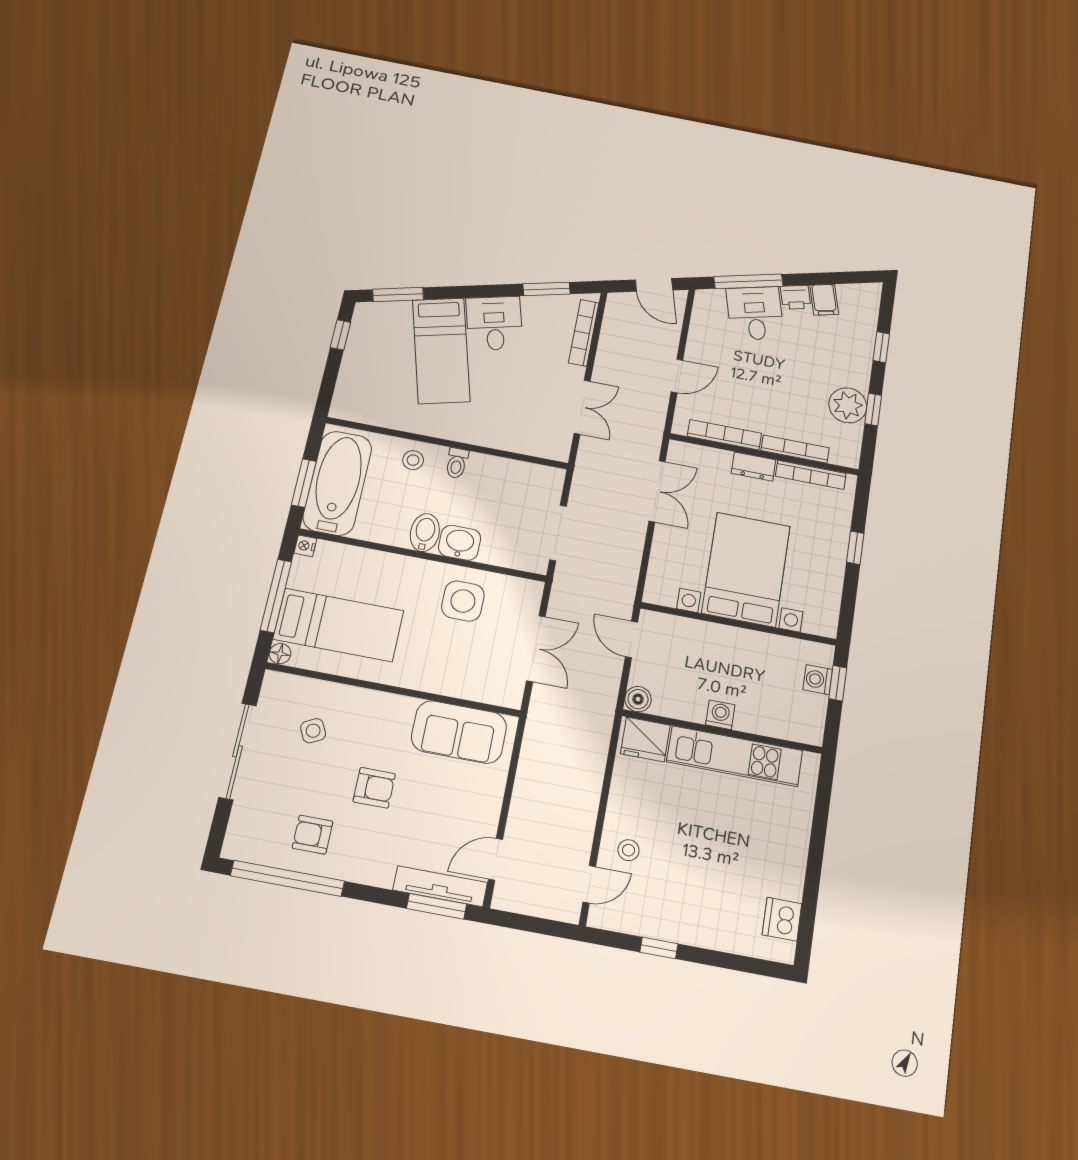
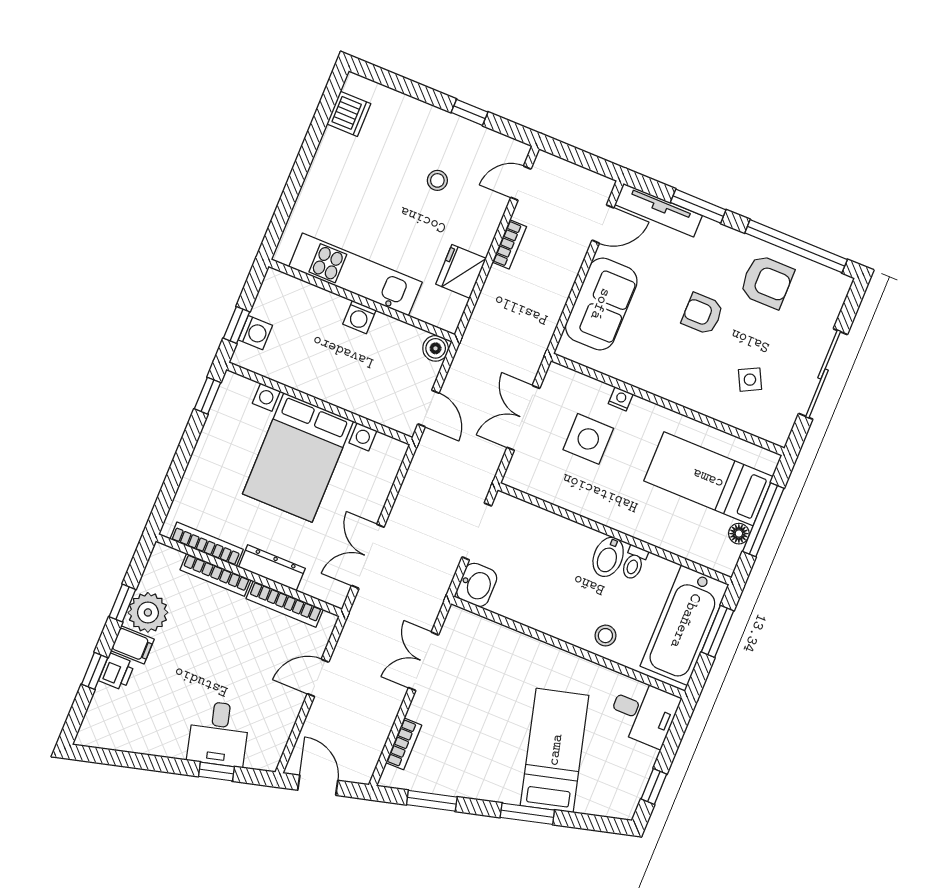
window: (748, 281) -> (216, 772), width x0.46
window: (398, 294) -> (527, 814), moved
printer: (795, 297) -> (117, 672), moved, turned 105
filing cabinet: (824, 300) -> (132, 645), moved, turned 105
desk: (494, 323) -> (644, 713), moved, turned -75
bookcase: (584, 333) -> (404, 744), width x0.64
toilet: (457, 463) -> (634, 563), moved, turned 180
dresser: (753, 467) -> (272, 568), width x1.44
washbasin: (460, 543) -> (477, 585), moved, turned -90
nightstand: (305, 546) -> (621, 399), moved, turned -90
window: (855, 548) -> (207, 396), moved
side table: (463, 601) -> (588, 439), moved
floor lamp: (280, 654) -> (739, 534), moved
sofa: (459, 732) -> (601, 304), moved, turned 90
fridge: (645, 739) -> (461, 271), moved, turned -90
bookcase: (587, 818) -> (509, 244), added
armchair: (312, 835) -> (767, 282), width x1.38, depth x1.38
stool: (629, 850) -> (437, 180), moved
window: (436, 906) -> (698, 206), moved

